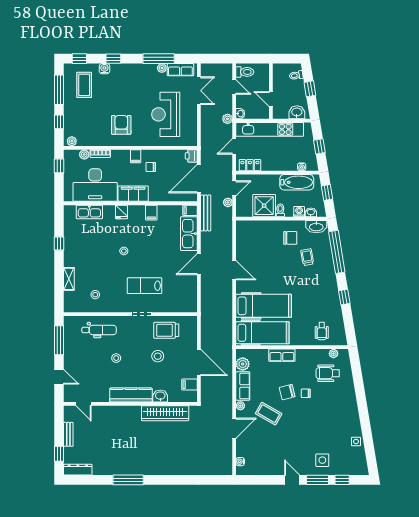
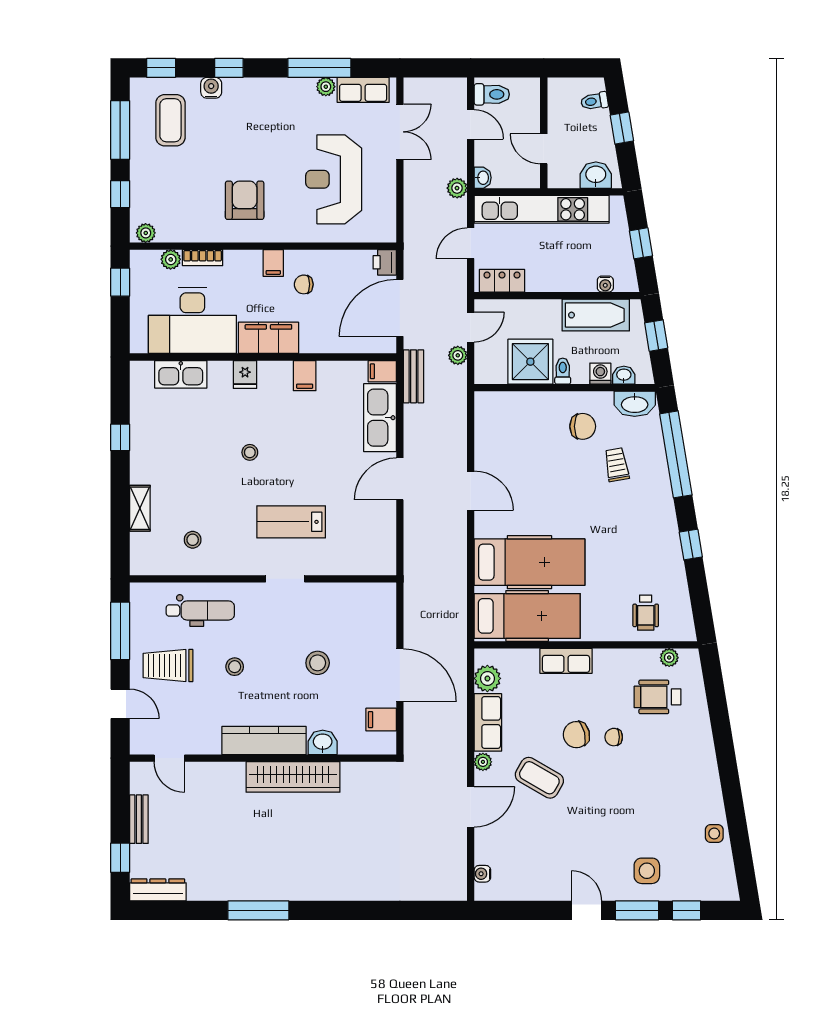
bench: (206, 213) -> (413, 376), width x0.73
trolley: (166, 330) -> (168, 666), moved
wardrobe: (165, 413) -> (293, 777), moved

